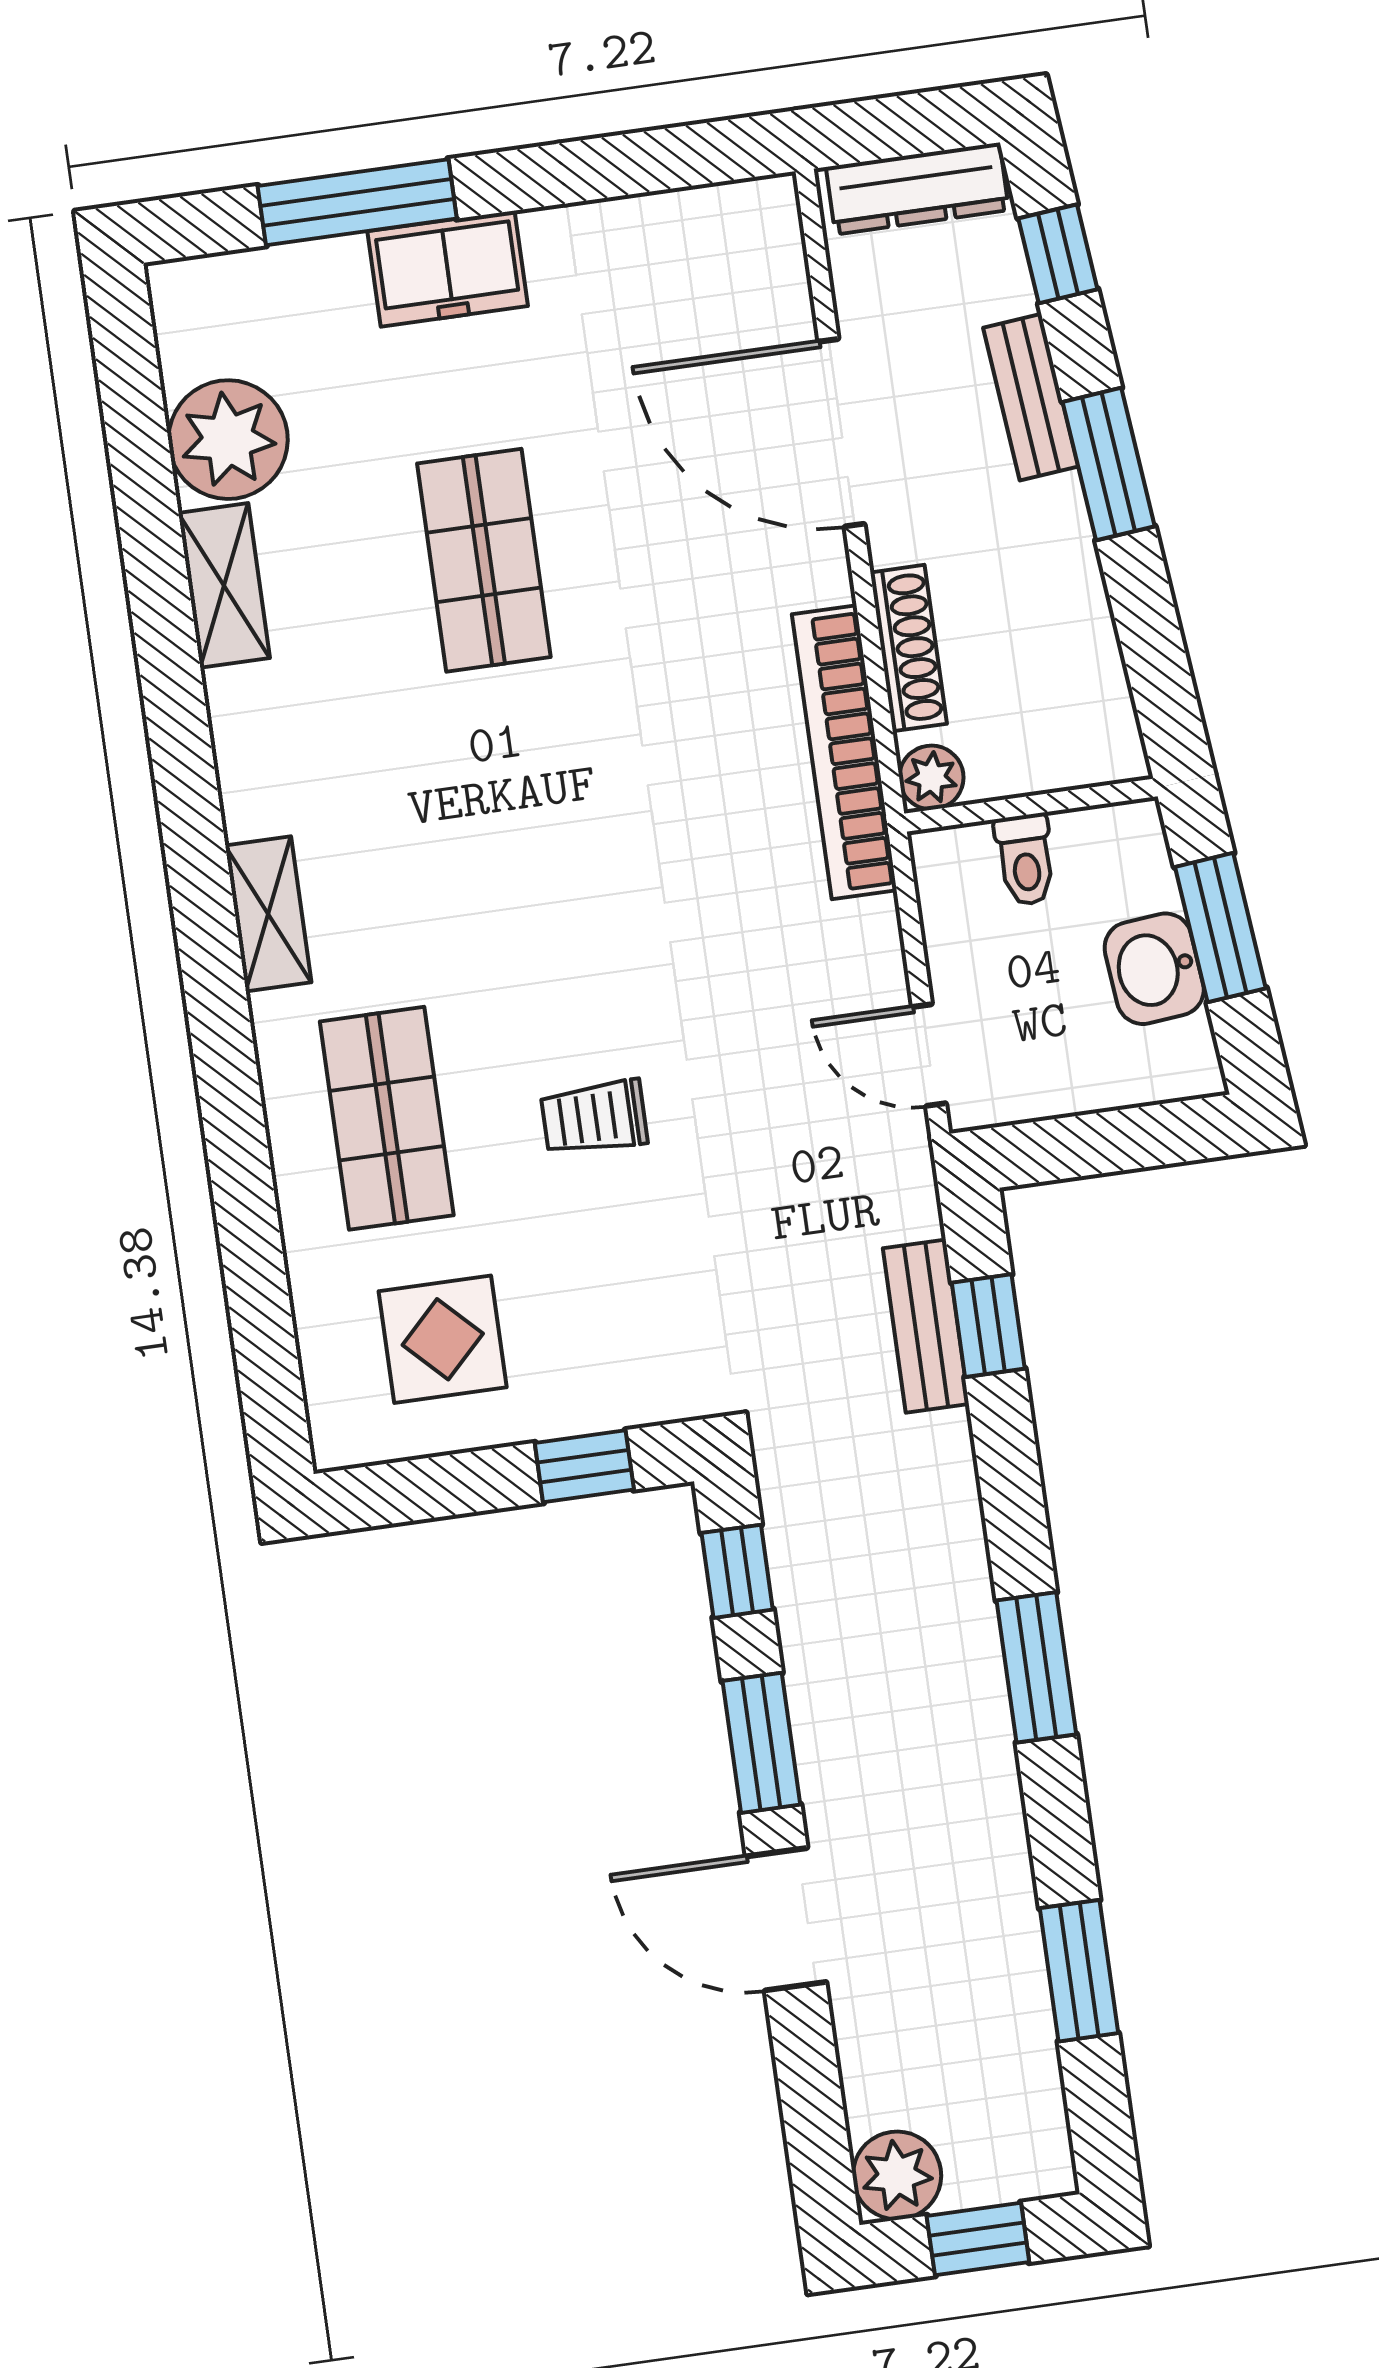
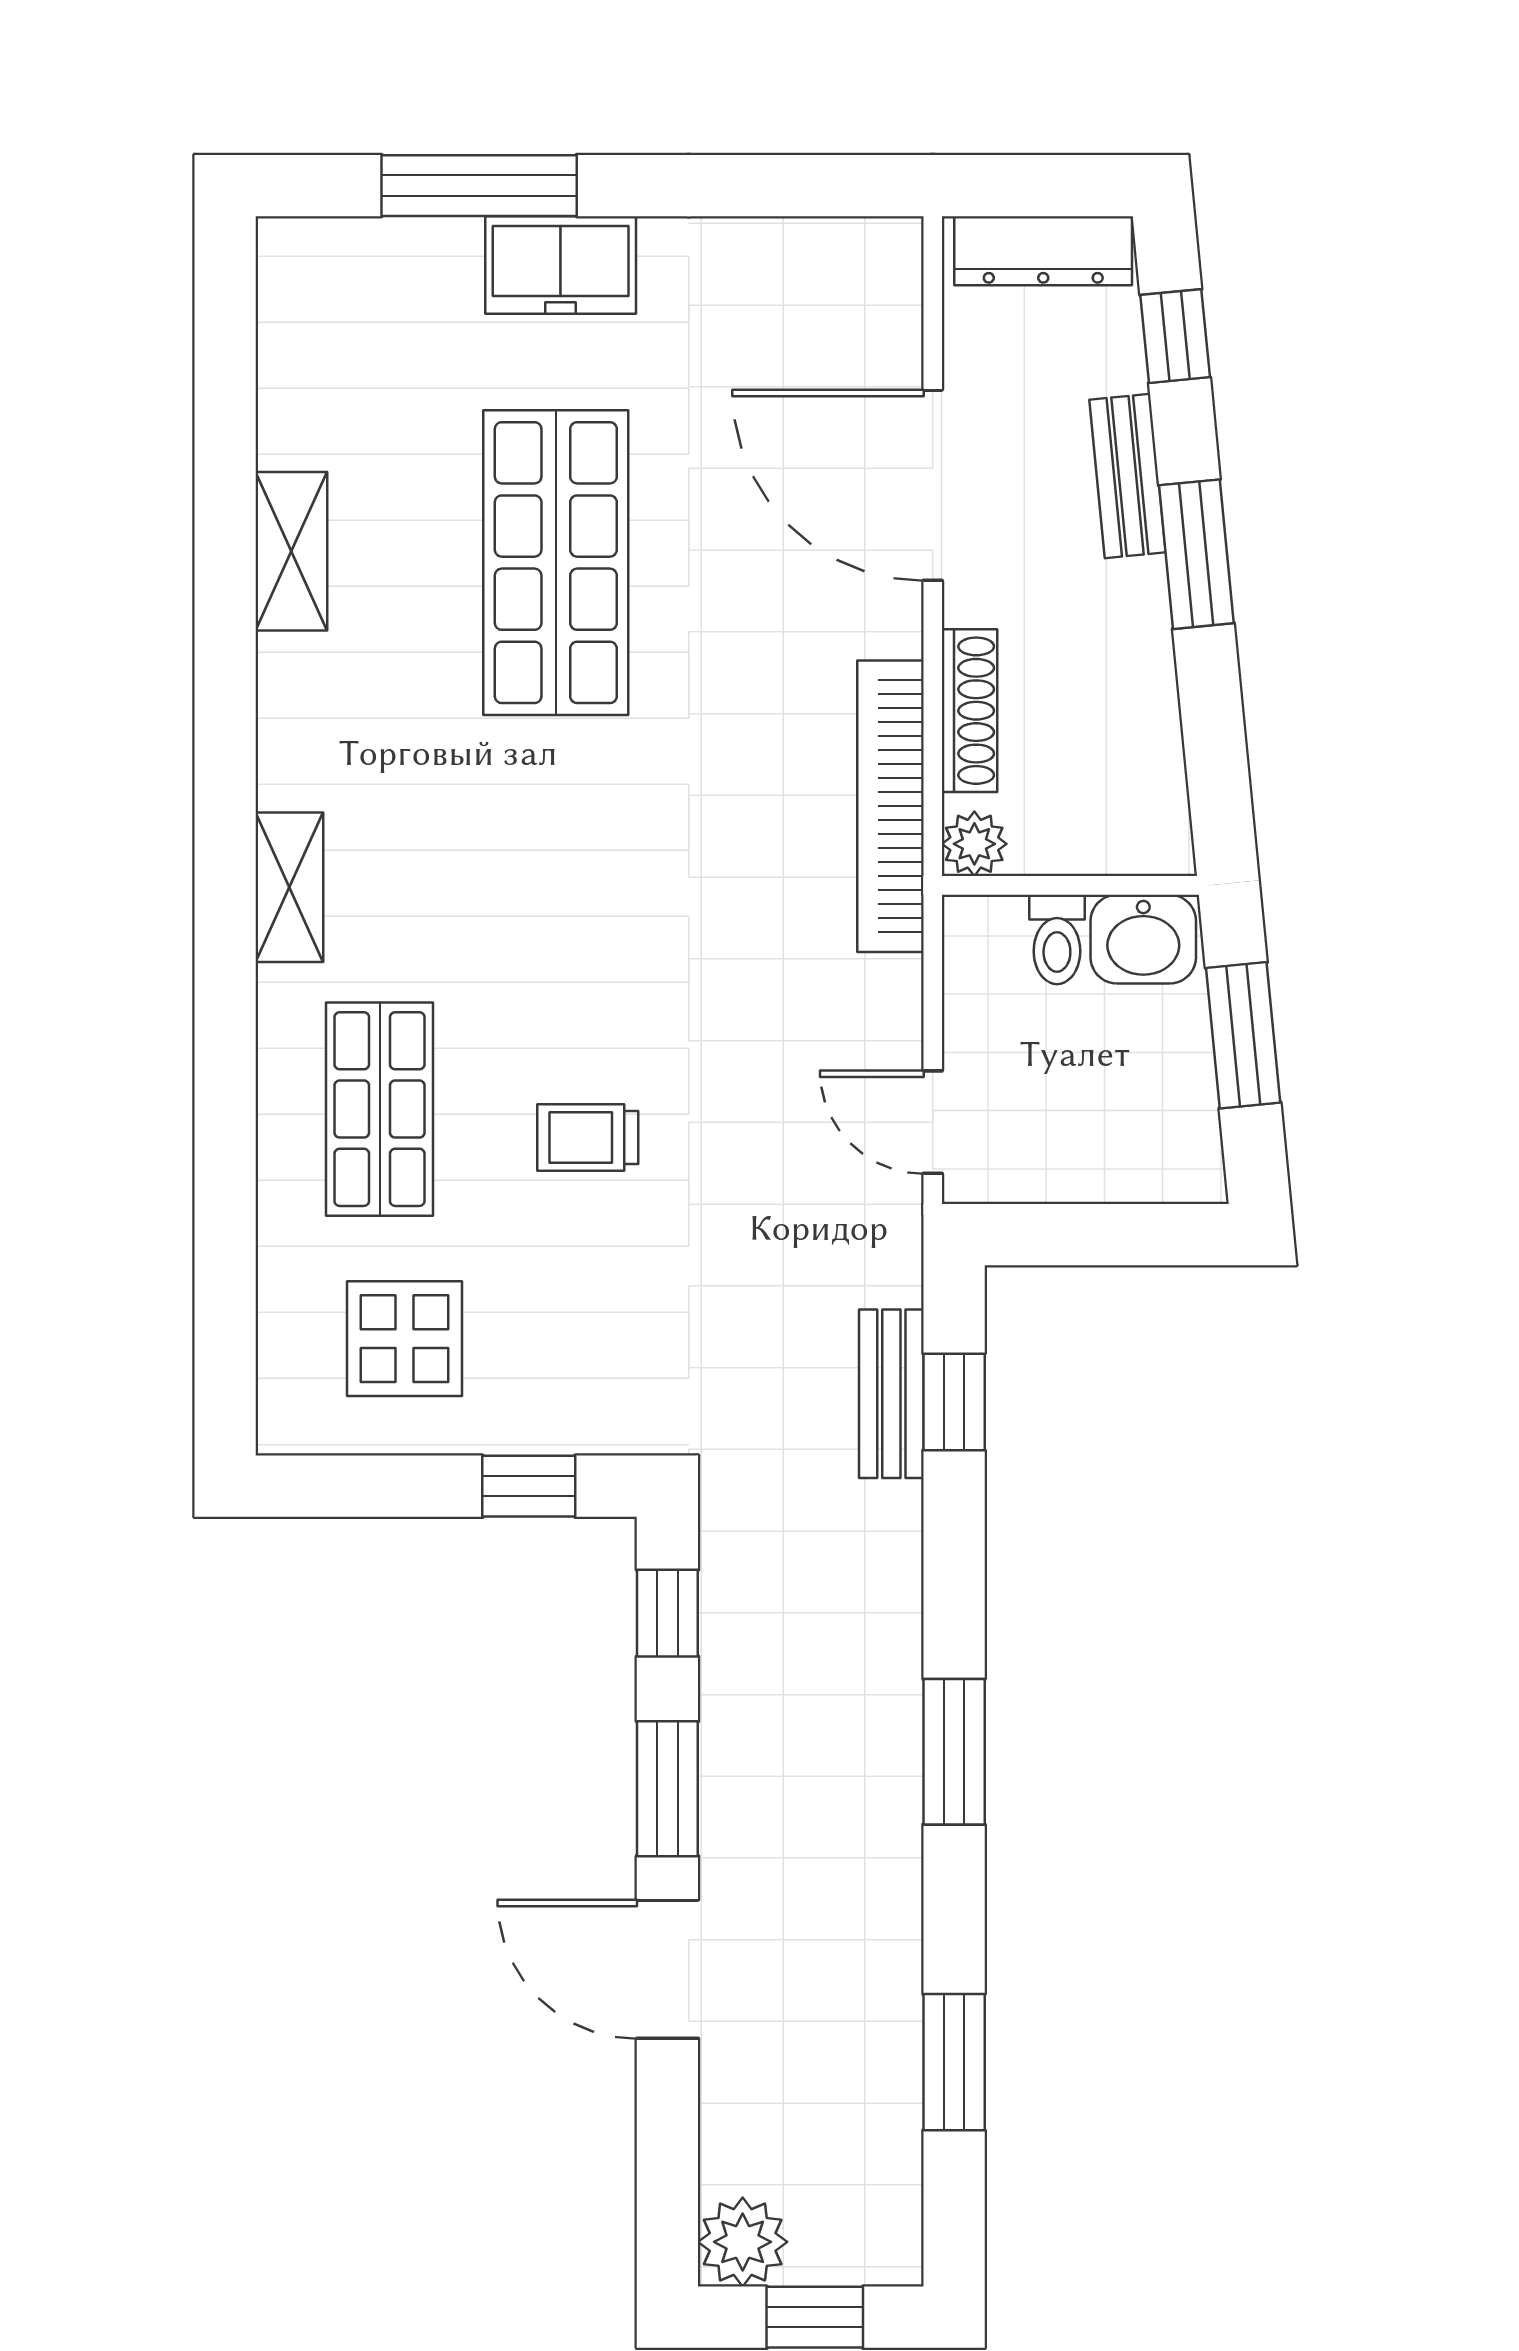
plant: (228, 440) -> (316, 405), removed
shop shelf: (484, 560) -> (556, 563), width x1.43, depth x1.36
washbasin: (1154, 969) -> (1143, 939), moved, turned -84

